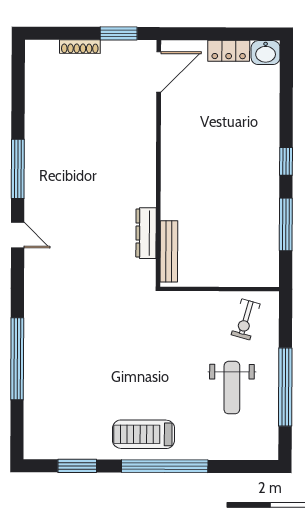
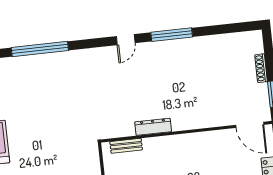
dresser: (146, 233) -> (153, 127), moved
bench: (169, 251) -> (126, 146), width x0.73

